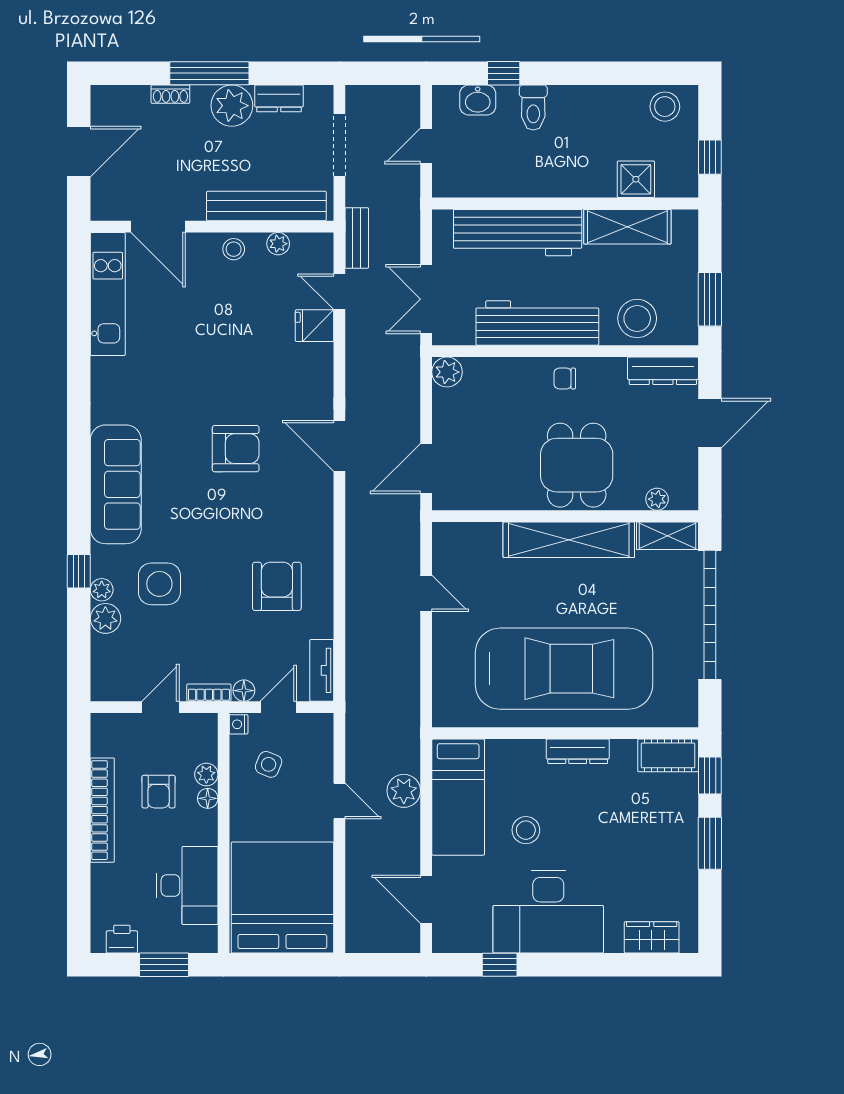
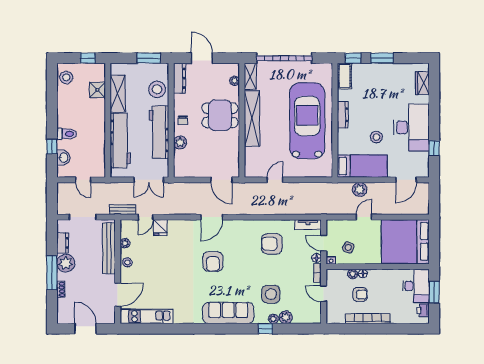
plant: (447, 372) -> (180, 142), moved
armchair: (236, 449) -> (213, 261), turned 180
desk: (187, 885) -> (416, 286), moved, turned 90

